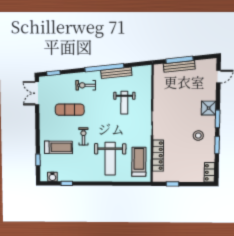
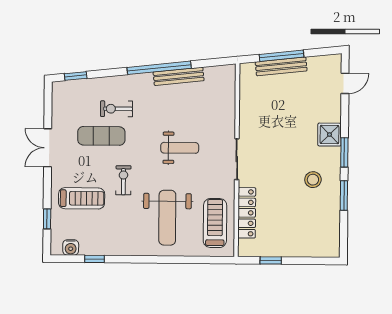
exercise bike: (86, 85) -> (117, 109), moved
double door: (37, 93) -> (48, 148), moved
weight bench: (124, 103) -> (180, 148), moved, turned -90
locker: (209, 172) -> (332, 241), removed

